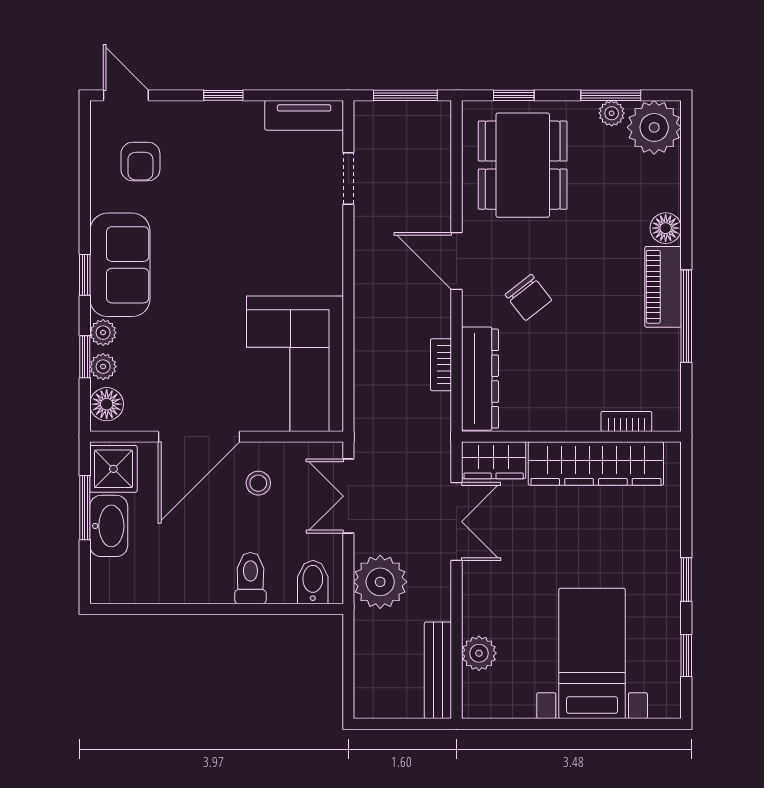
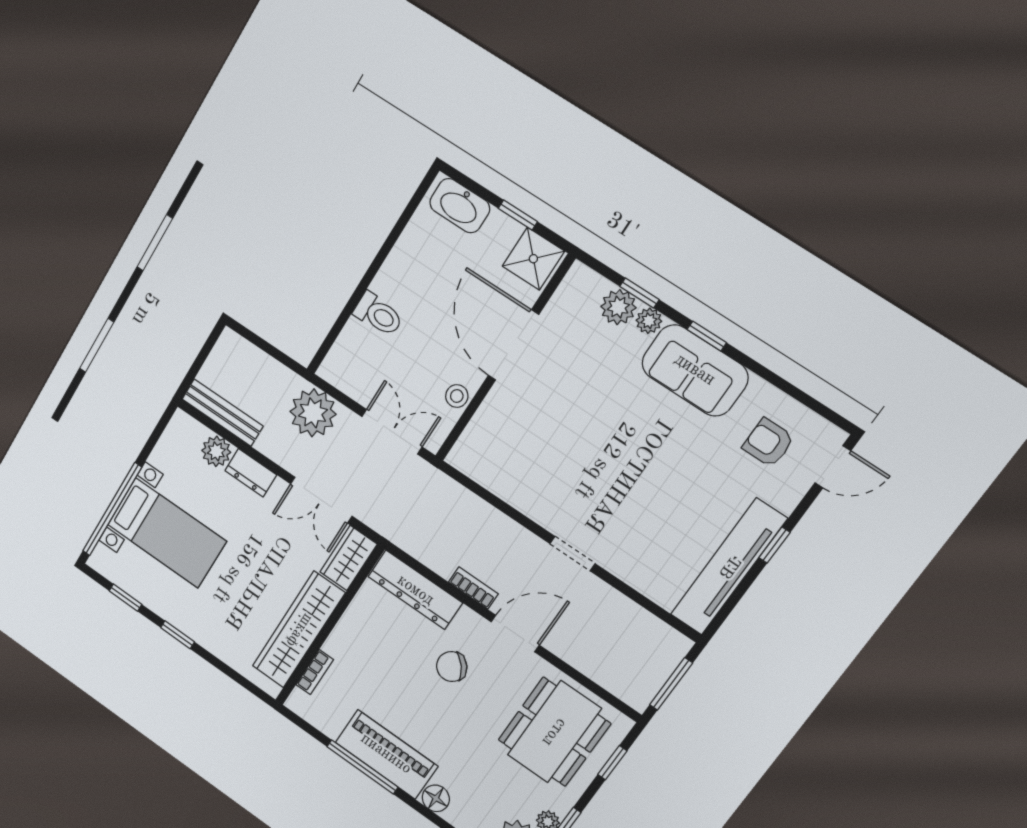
tv unit: (304, 115) -> (729, 567), width x1.92, depth x1.29
dining table: (523, 165) -> (554, 732), turned 90
doorway: (348, 179) -> (572, 554), moved
piano: (663, 287) -> (386, 754), width x1.37, depth x1.33
corner sofa: (295, 364) -> (520, 458), removed
bookcase: (441, 365) -> (473, 588), moved
plant: (103, 367) -> (618, 307), width x1.38, depth x1.38
floor lamp: (107, 404) -> (589, 286), removed
stool: (258, 483) -> (457, 396), moved
window: (85, 508) -> (518, 215), width x0.67
washbasin: (109, 526) -> (460, 206), moved
bidet: (313, 582) -> (345, 361), removed
dresser: (477, 606) -> (251, 473), added
window: (607, 724) -> (112, 509), added

